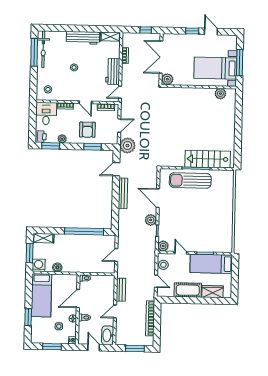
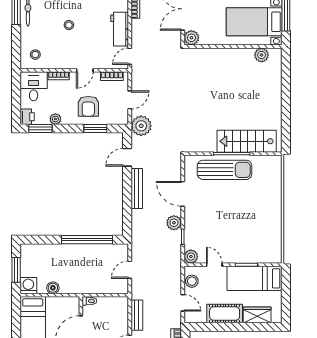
door: (85, 102) -> (85, 70), hinge flipped
sun lounger: (190, 181) -> (225, 170), turned 180
shelving: (43, 238) -> (34, 250), removed

